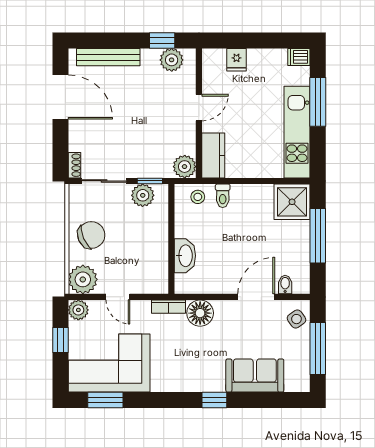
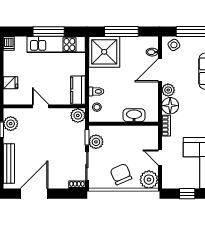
window: (318, 102) -> (49, 31), moved
kitchen counter: (213, 155) -> (78, 90), moved, turned -90
shower: (292, 202) -> (104, 52), width x1.37, depth x1.37
door: (118, 297) -> (160, 157), swing flipped
door: (256, 297) -> (160, 70), hinge flipped
plant: (78, 310) -> (168, 90), moved

